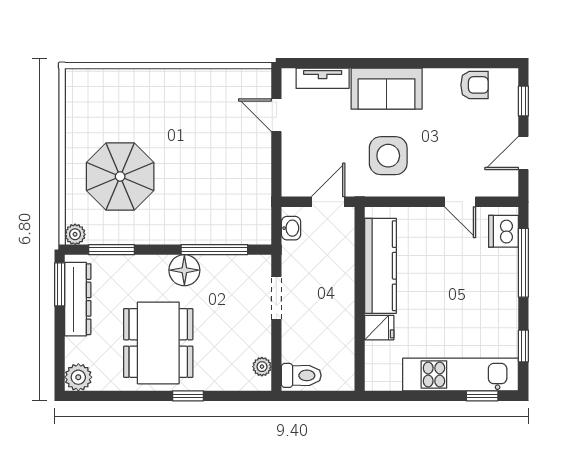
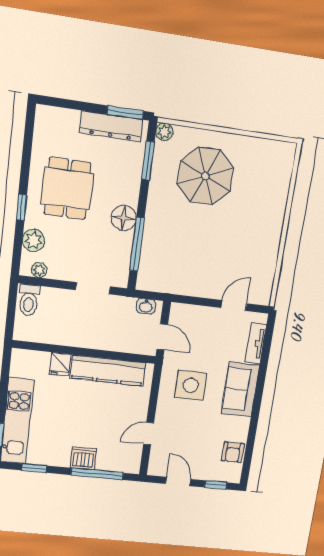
dishwasher: (503, 231) -> (83, 458), moved
dining table: (158, 343) -> (67, 189), width x0.73
plant: (78, 377) -> (34, 240), moved

